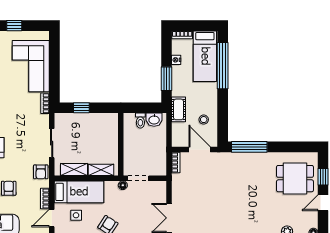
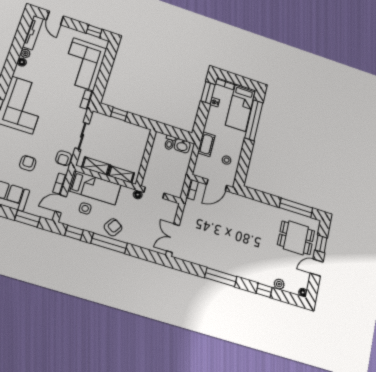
window: (14, 26) -> (94, 31), moved
window: (166, 79) -> (208, 93), moved
window: (249, 147) -> (296, 208), moved
door: (200, 149) -> (217, 185), swing flipped

